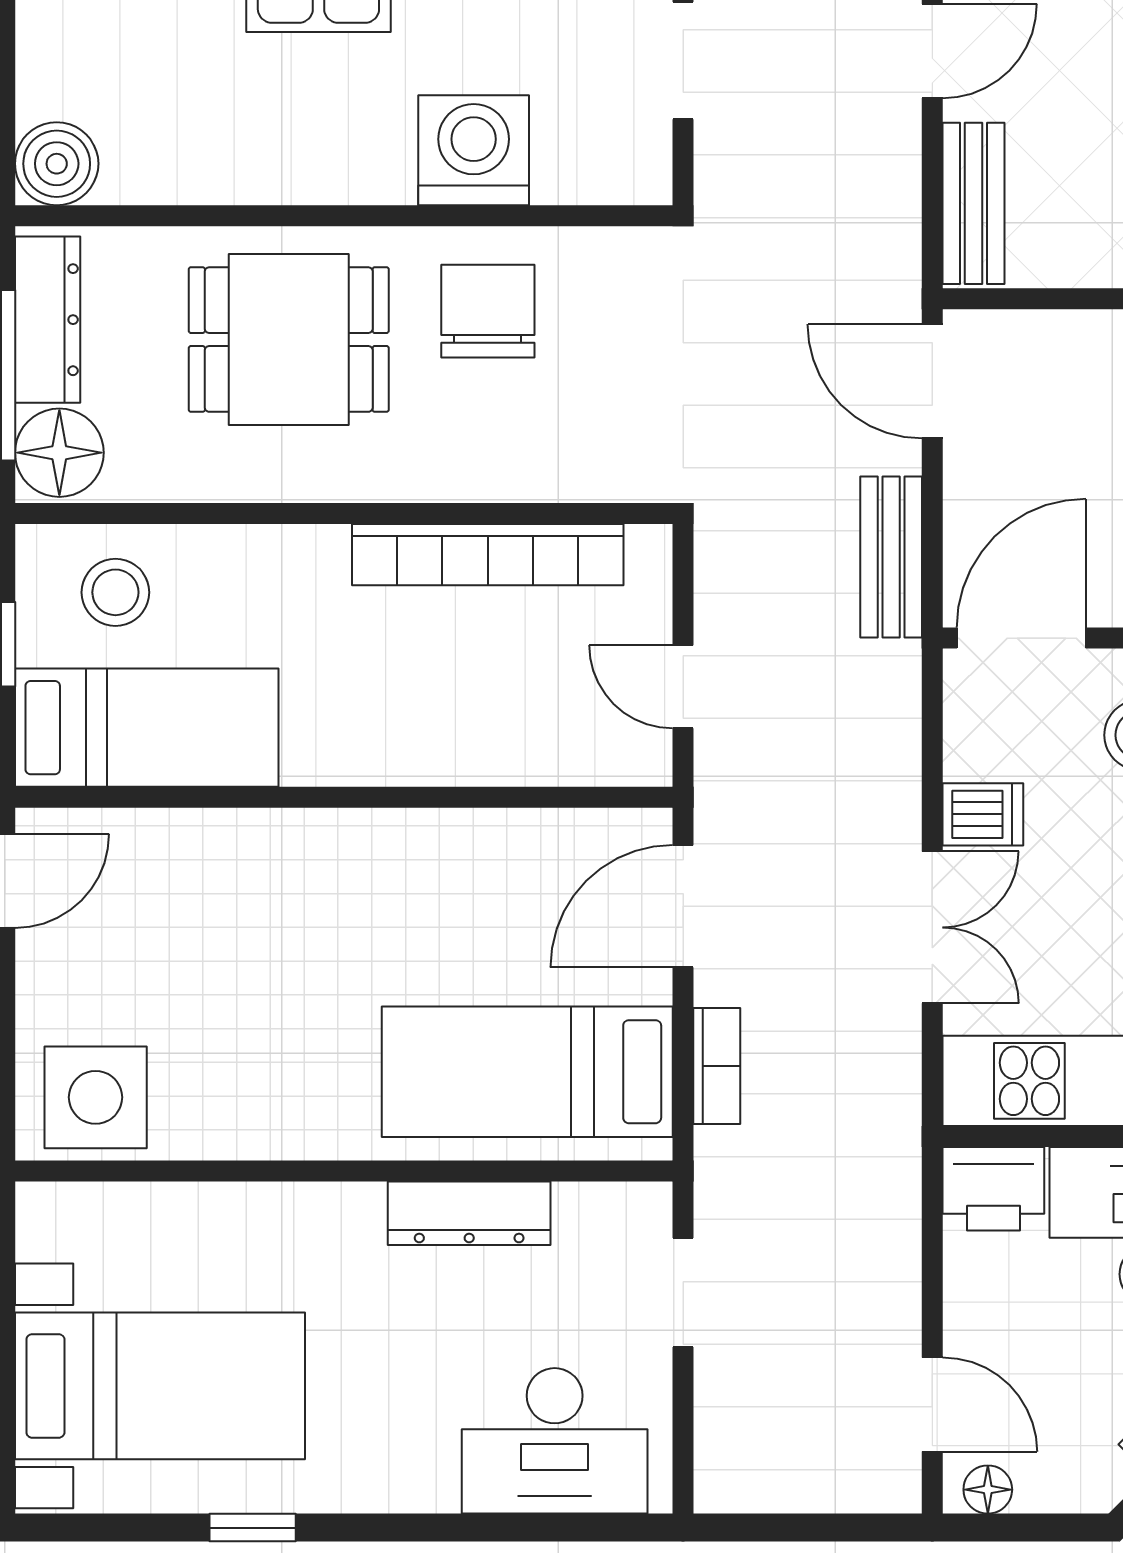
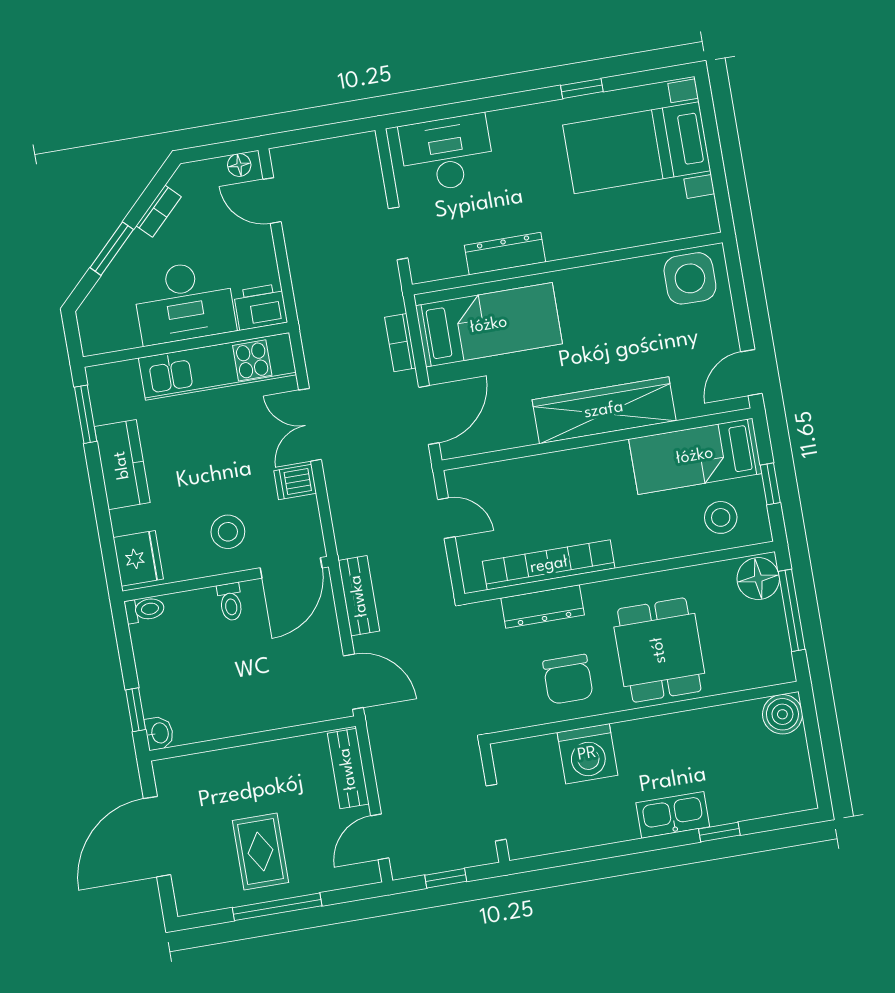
dresser: (48, 320) -> (543, 607), moved, turned -90
dining table: (289, 340) -> (659, 650), turned 90
wardrobe: (319, 855) -> (604, 410), added

